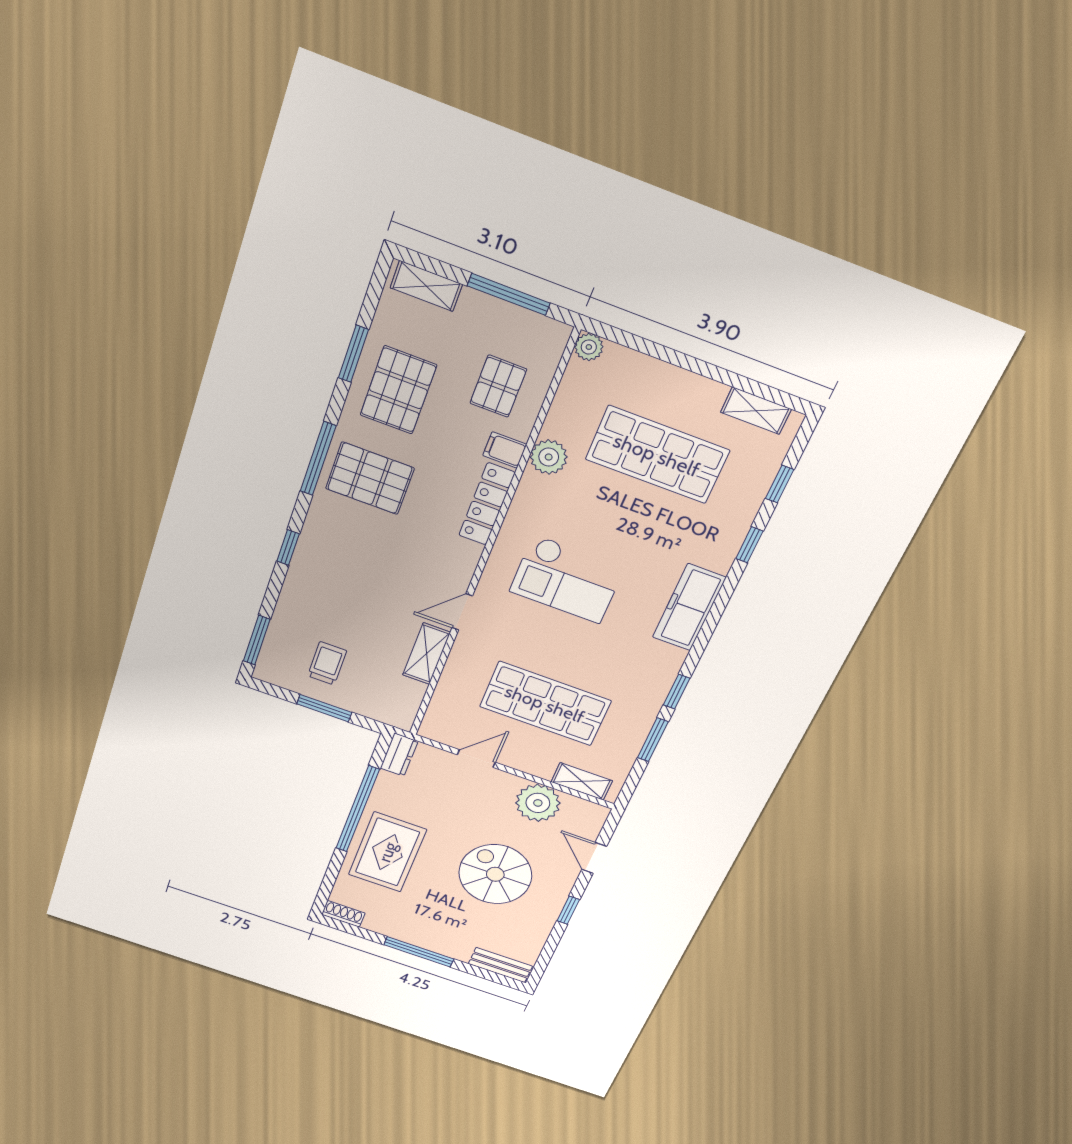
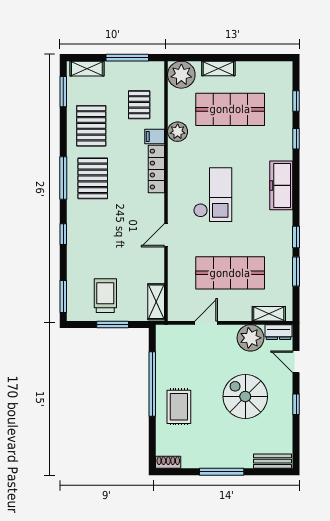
plant: (589, 347) -> (181, 75), width x1.87, depth x1.87
window: (353, 354) -> (63, 92), moved
shelving: (756, 411) -> (218, 68), moved
pallet: (370, 478) -> (93, 178), turned 90
checkout: (567, 579) -> (213, 195), turned -90
shelving: (426, 654) -> (156, 302), moved
trolley: (327, 663) -> (105, 296), width x1.36, depth x1.39
dresser: (399, 755) -> (279, 332), moved, turned 90
rug: (387, 852) -> (179, 407), width x0.73, depth x0.70

